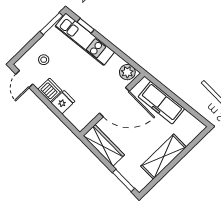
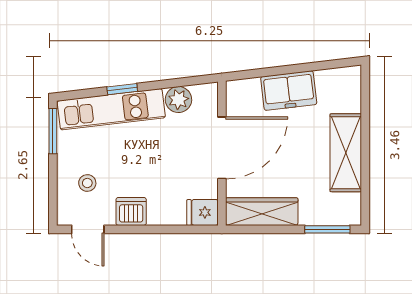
window: (86, 26) -> (122, 89), moved
plant: (127, 72) -> (178, 100), moved
fridge: (63, 102) -> (202, 212), moved, turned -90
freezer: (161, 103) -> (289, 91), width x0.71

